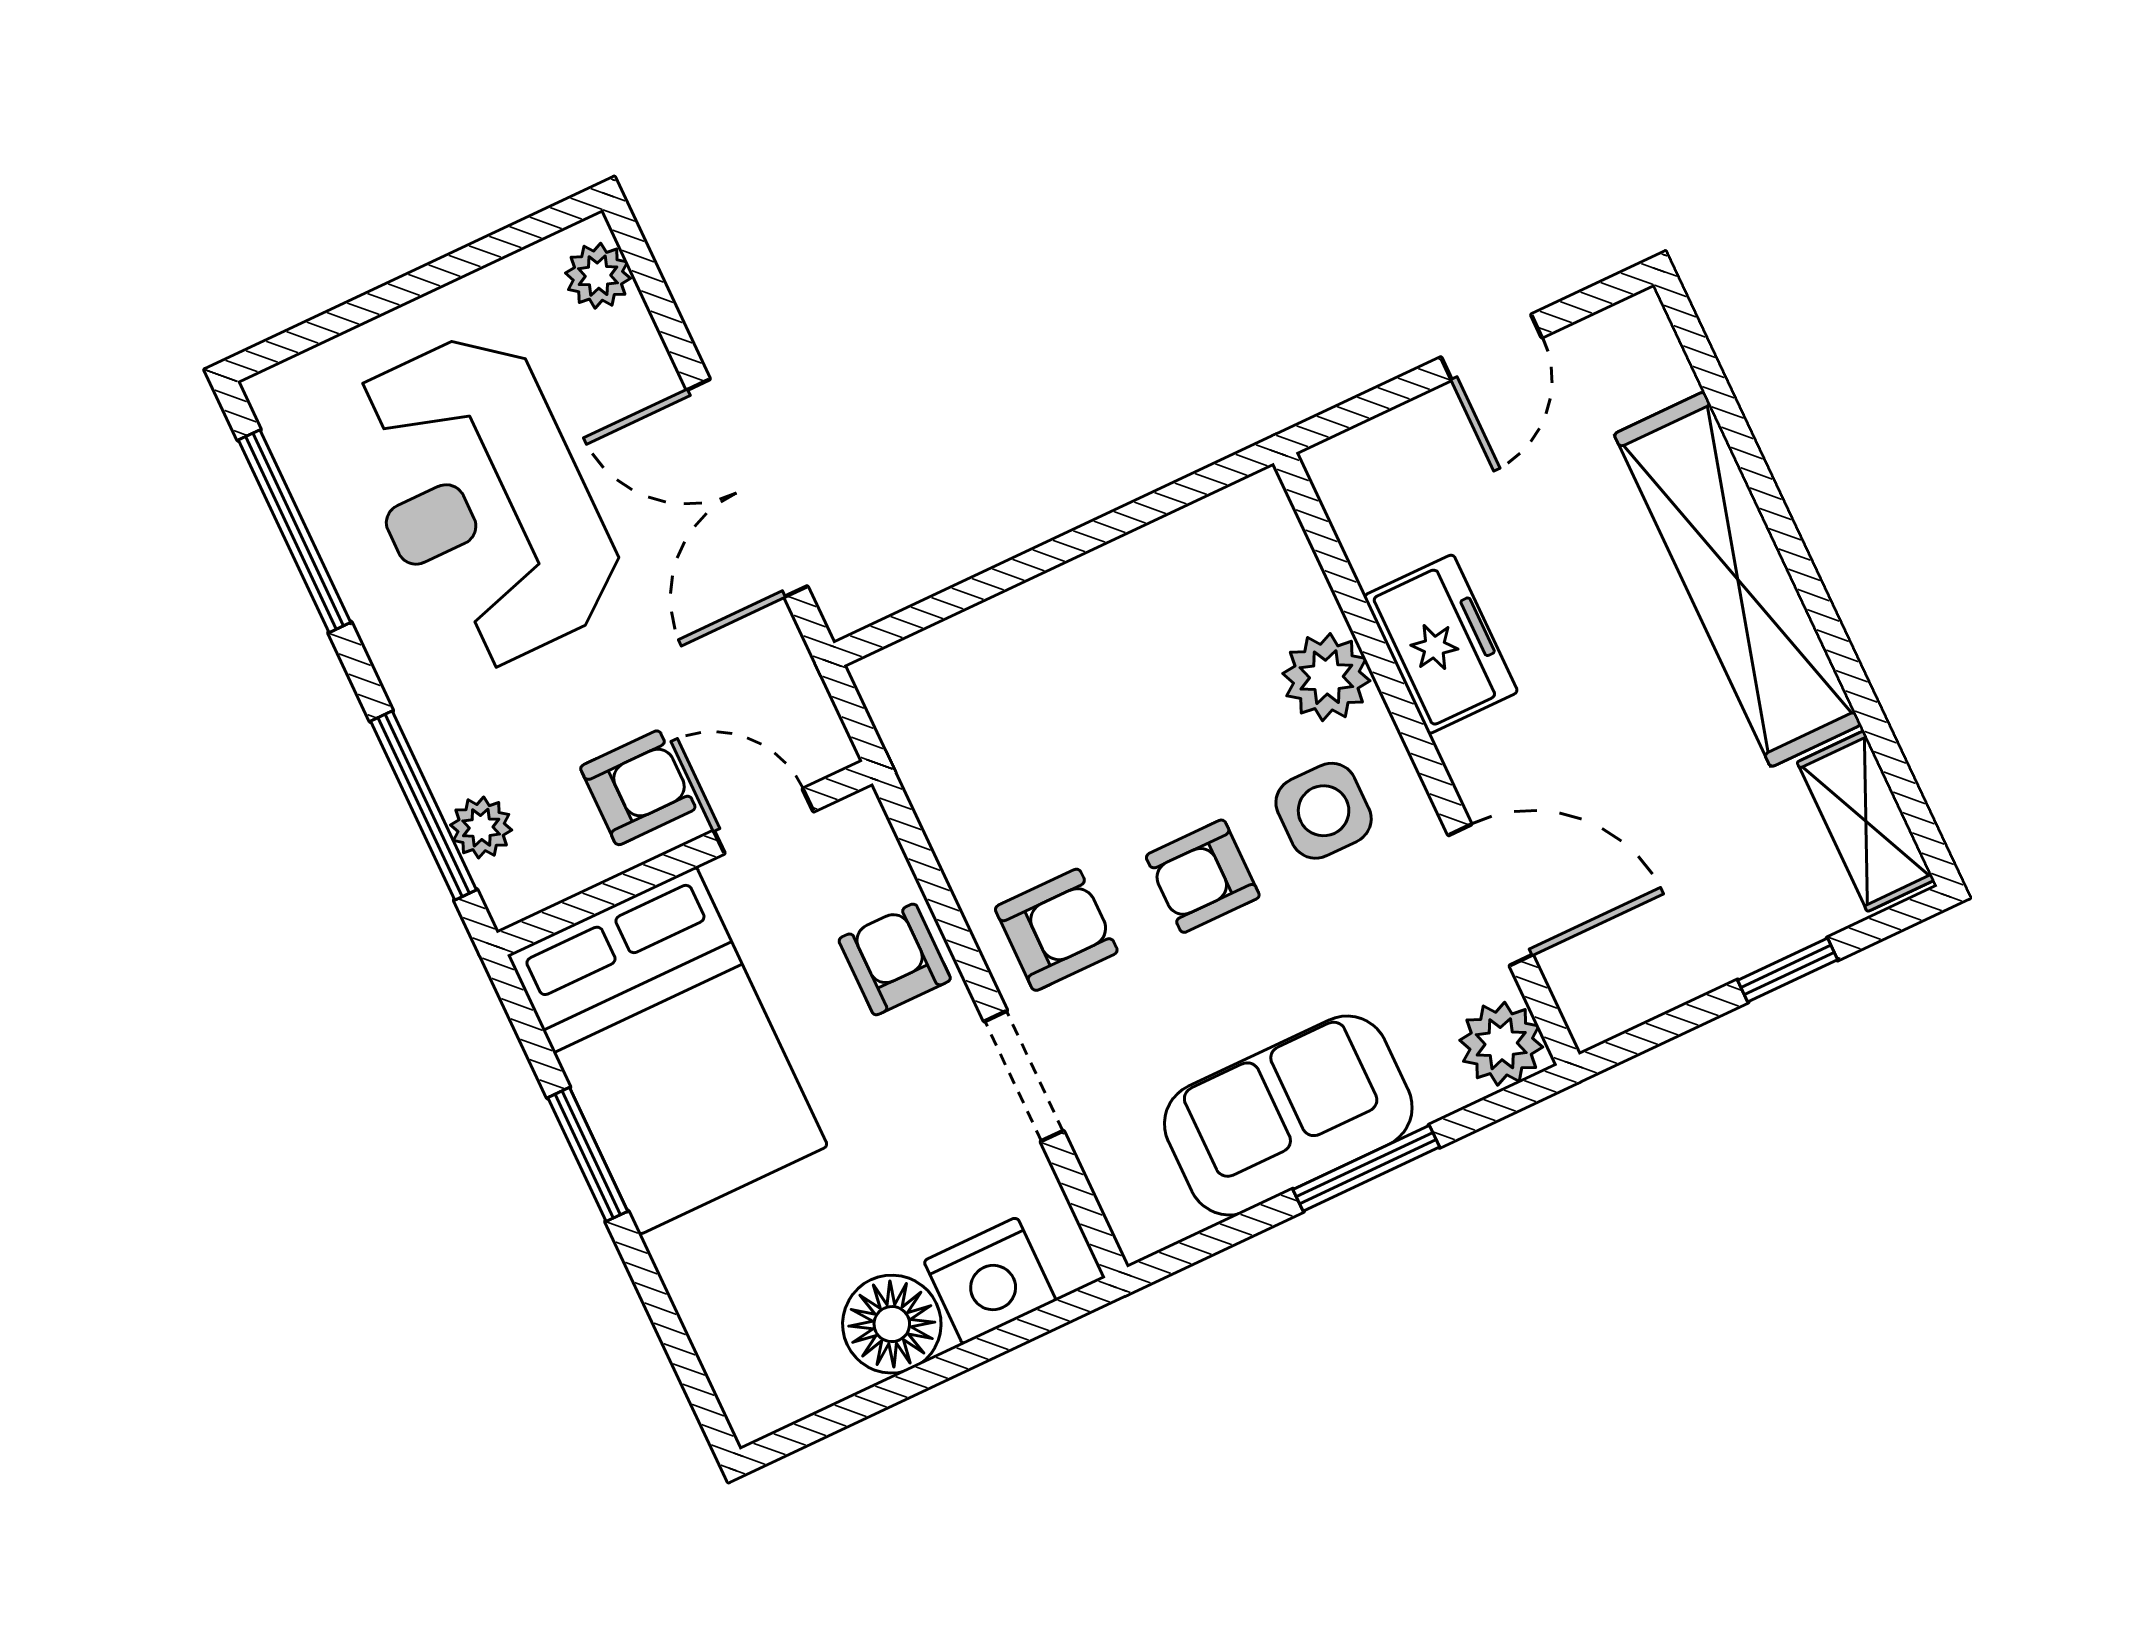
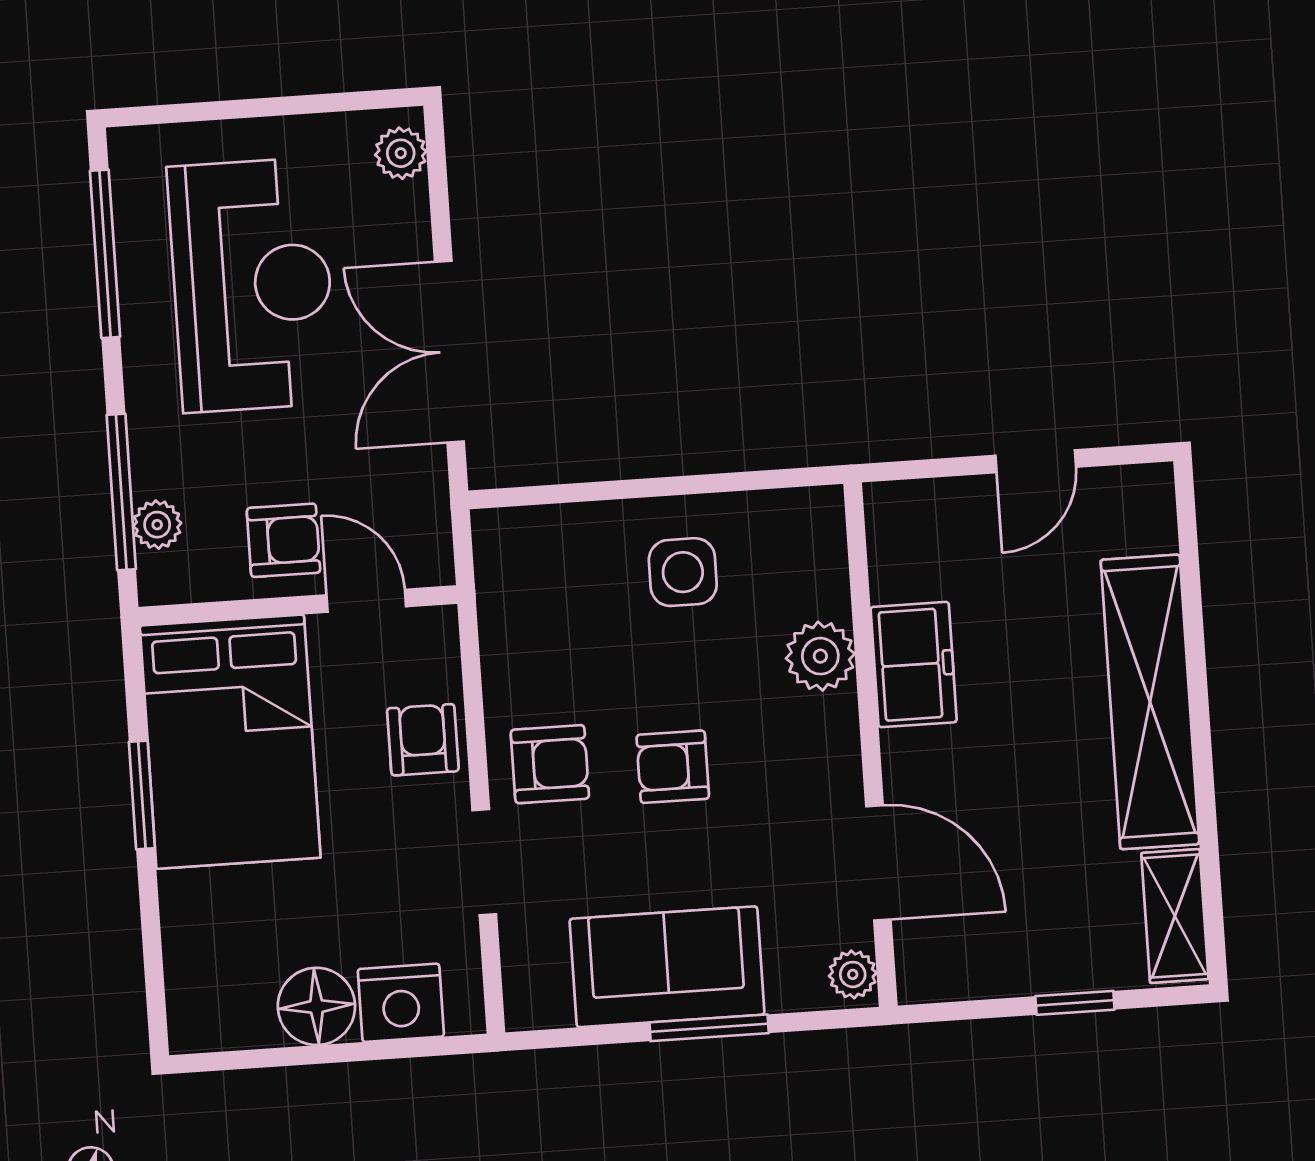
reception desk: (483, 500) -> (252, 285), turned 180
side table: (1324, 811) -> (683, 572), moved
plant: (1501, 1044) -> (853, 974), width x0.73, depth x0.73

